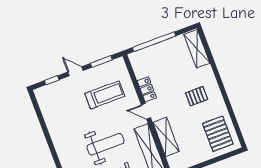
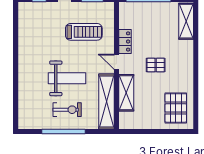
pallet: (197, 96) -> (156, 65), moved

